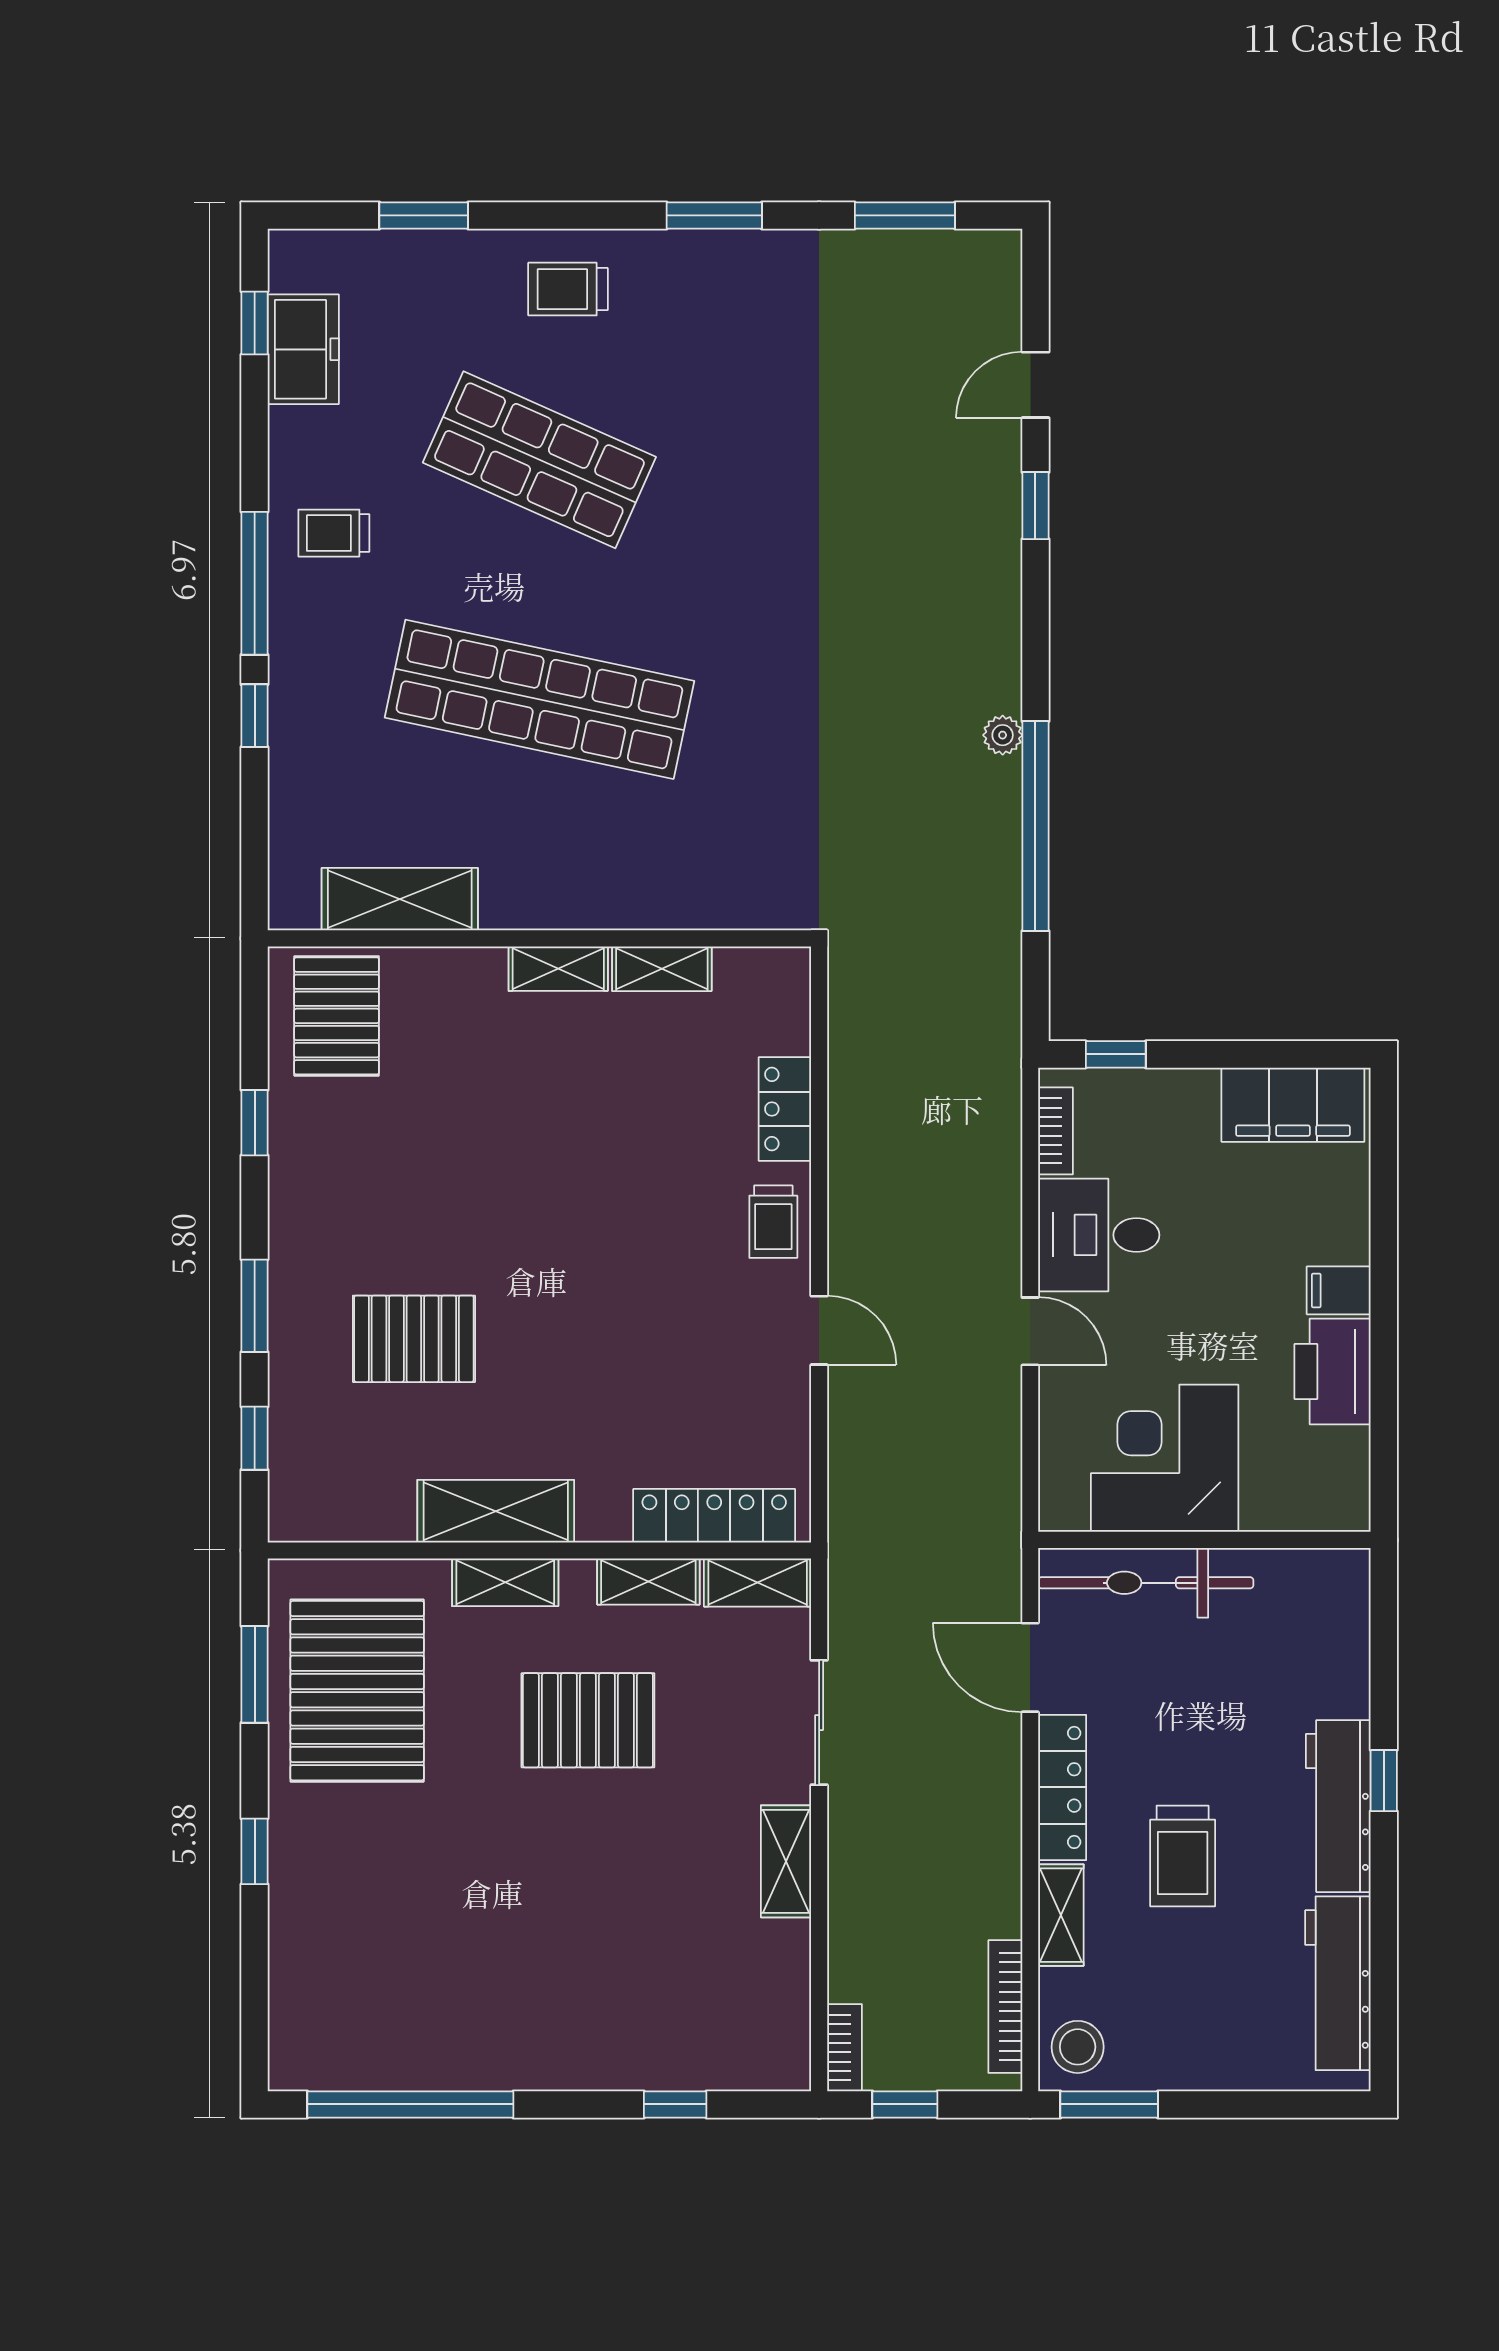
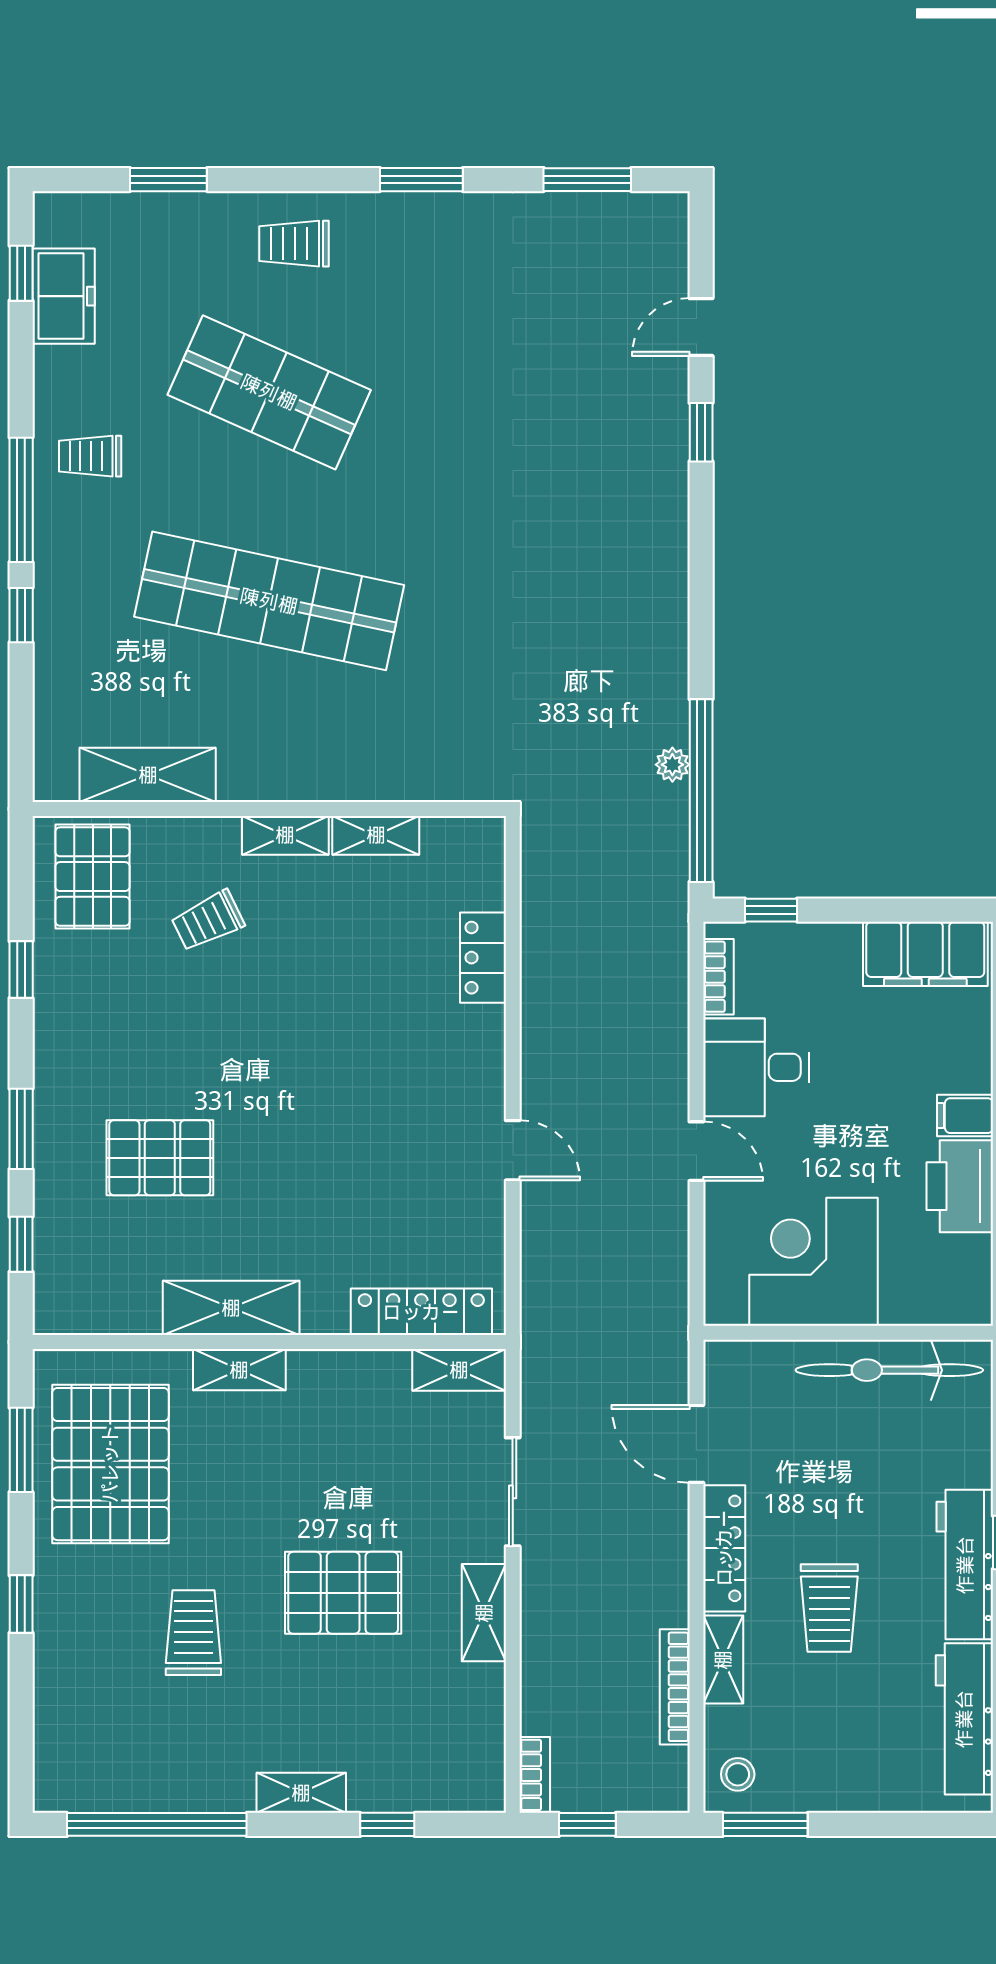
plant: (1003, 735) -> (672, 765), moved
window: (1035, 826) -> (701, 791), moved
trolley: (773, 1222) -> (208, 921), moved, turned 64
shelving: (648, 1581) -> (301, 1793), moved
bicycle: (1146, 1583) -> (889, 1370), moved
pallet: (588, 1720) -> (343, 1593), moved
trolley: (452, 1884) -> (193, 1633), added
bookcase: (1005, 2007) -> (675, 1687), moved
stool: (1078, 2047) -> (738, 1774), width x0.73, depth x0.73

